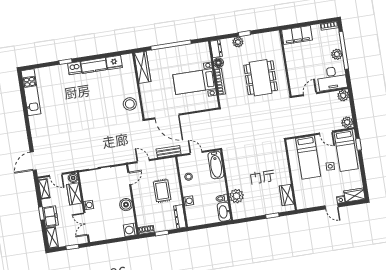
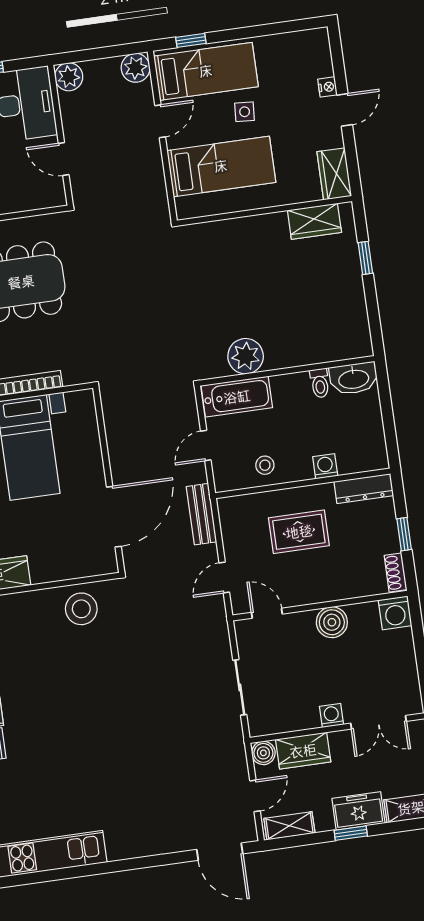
wardrobe: (354, 195) -> (334, 174), moved
plant: (237, 196) -> (246, 356), moved

